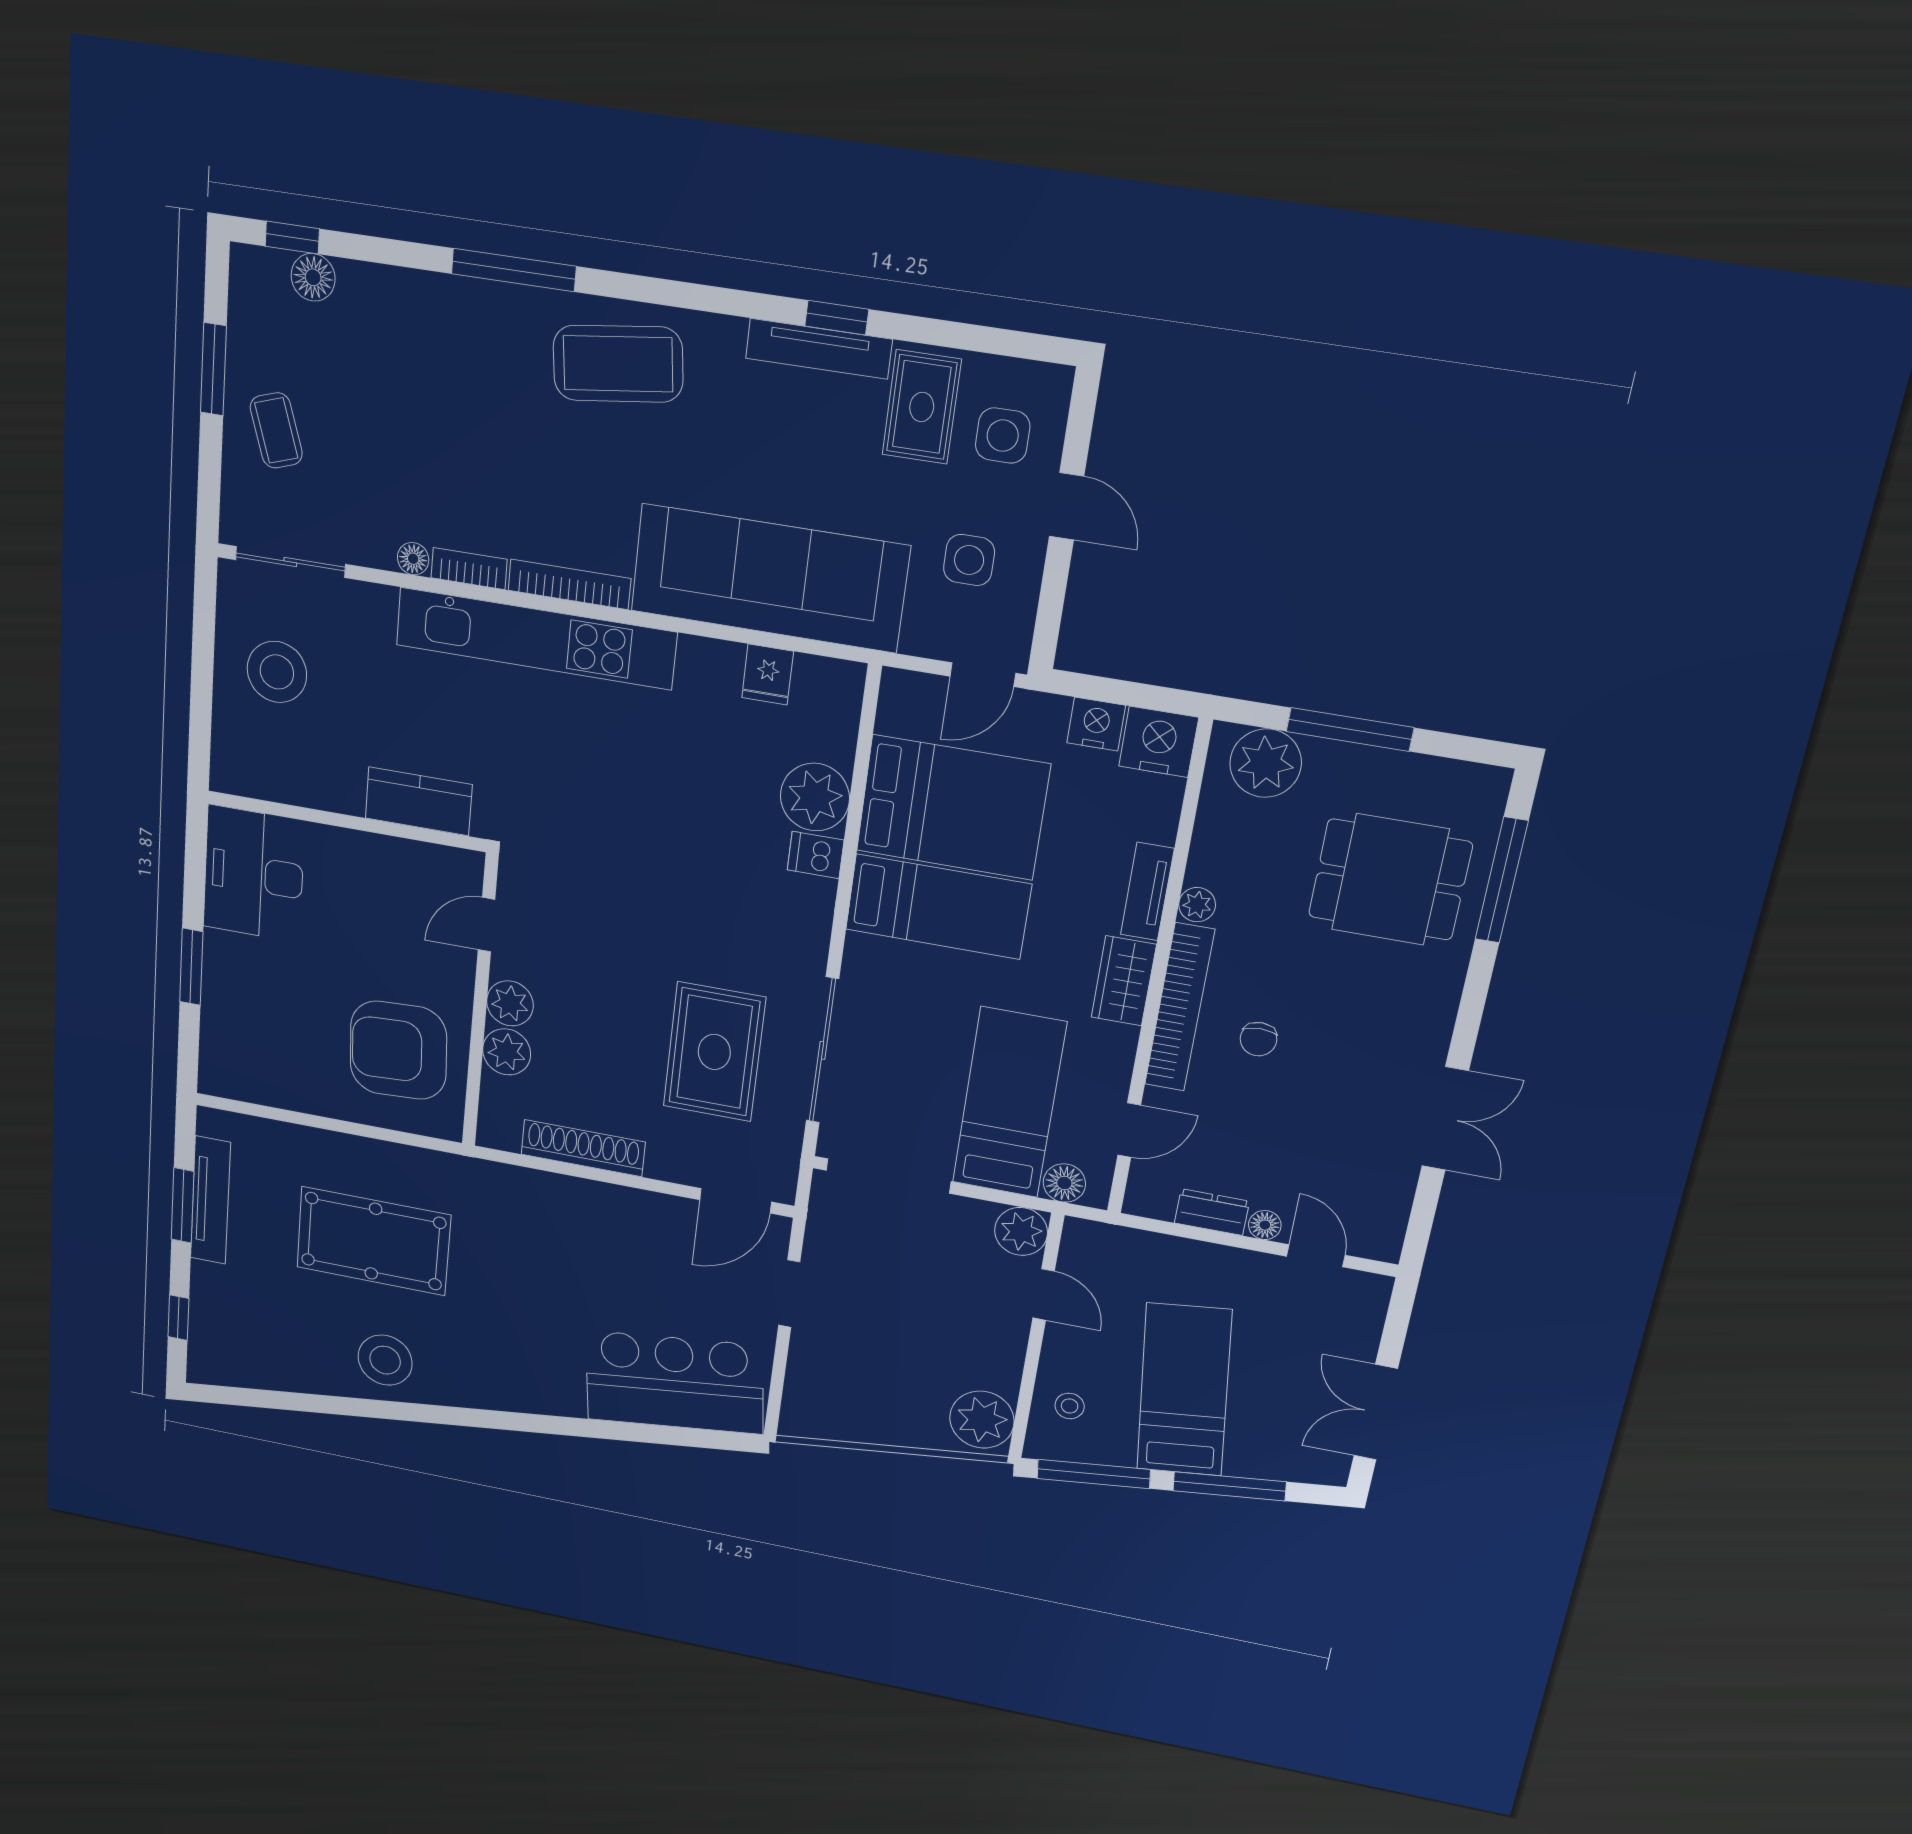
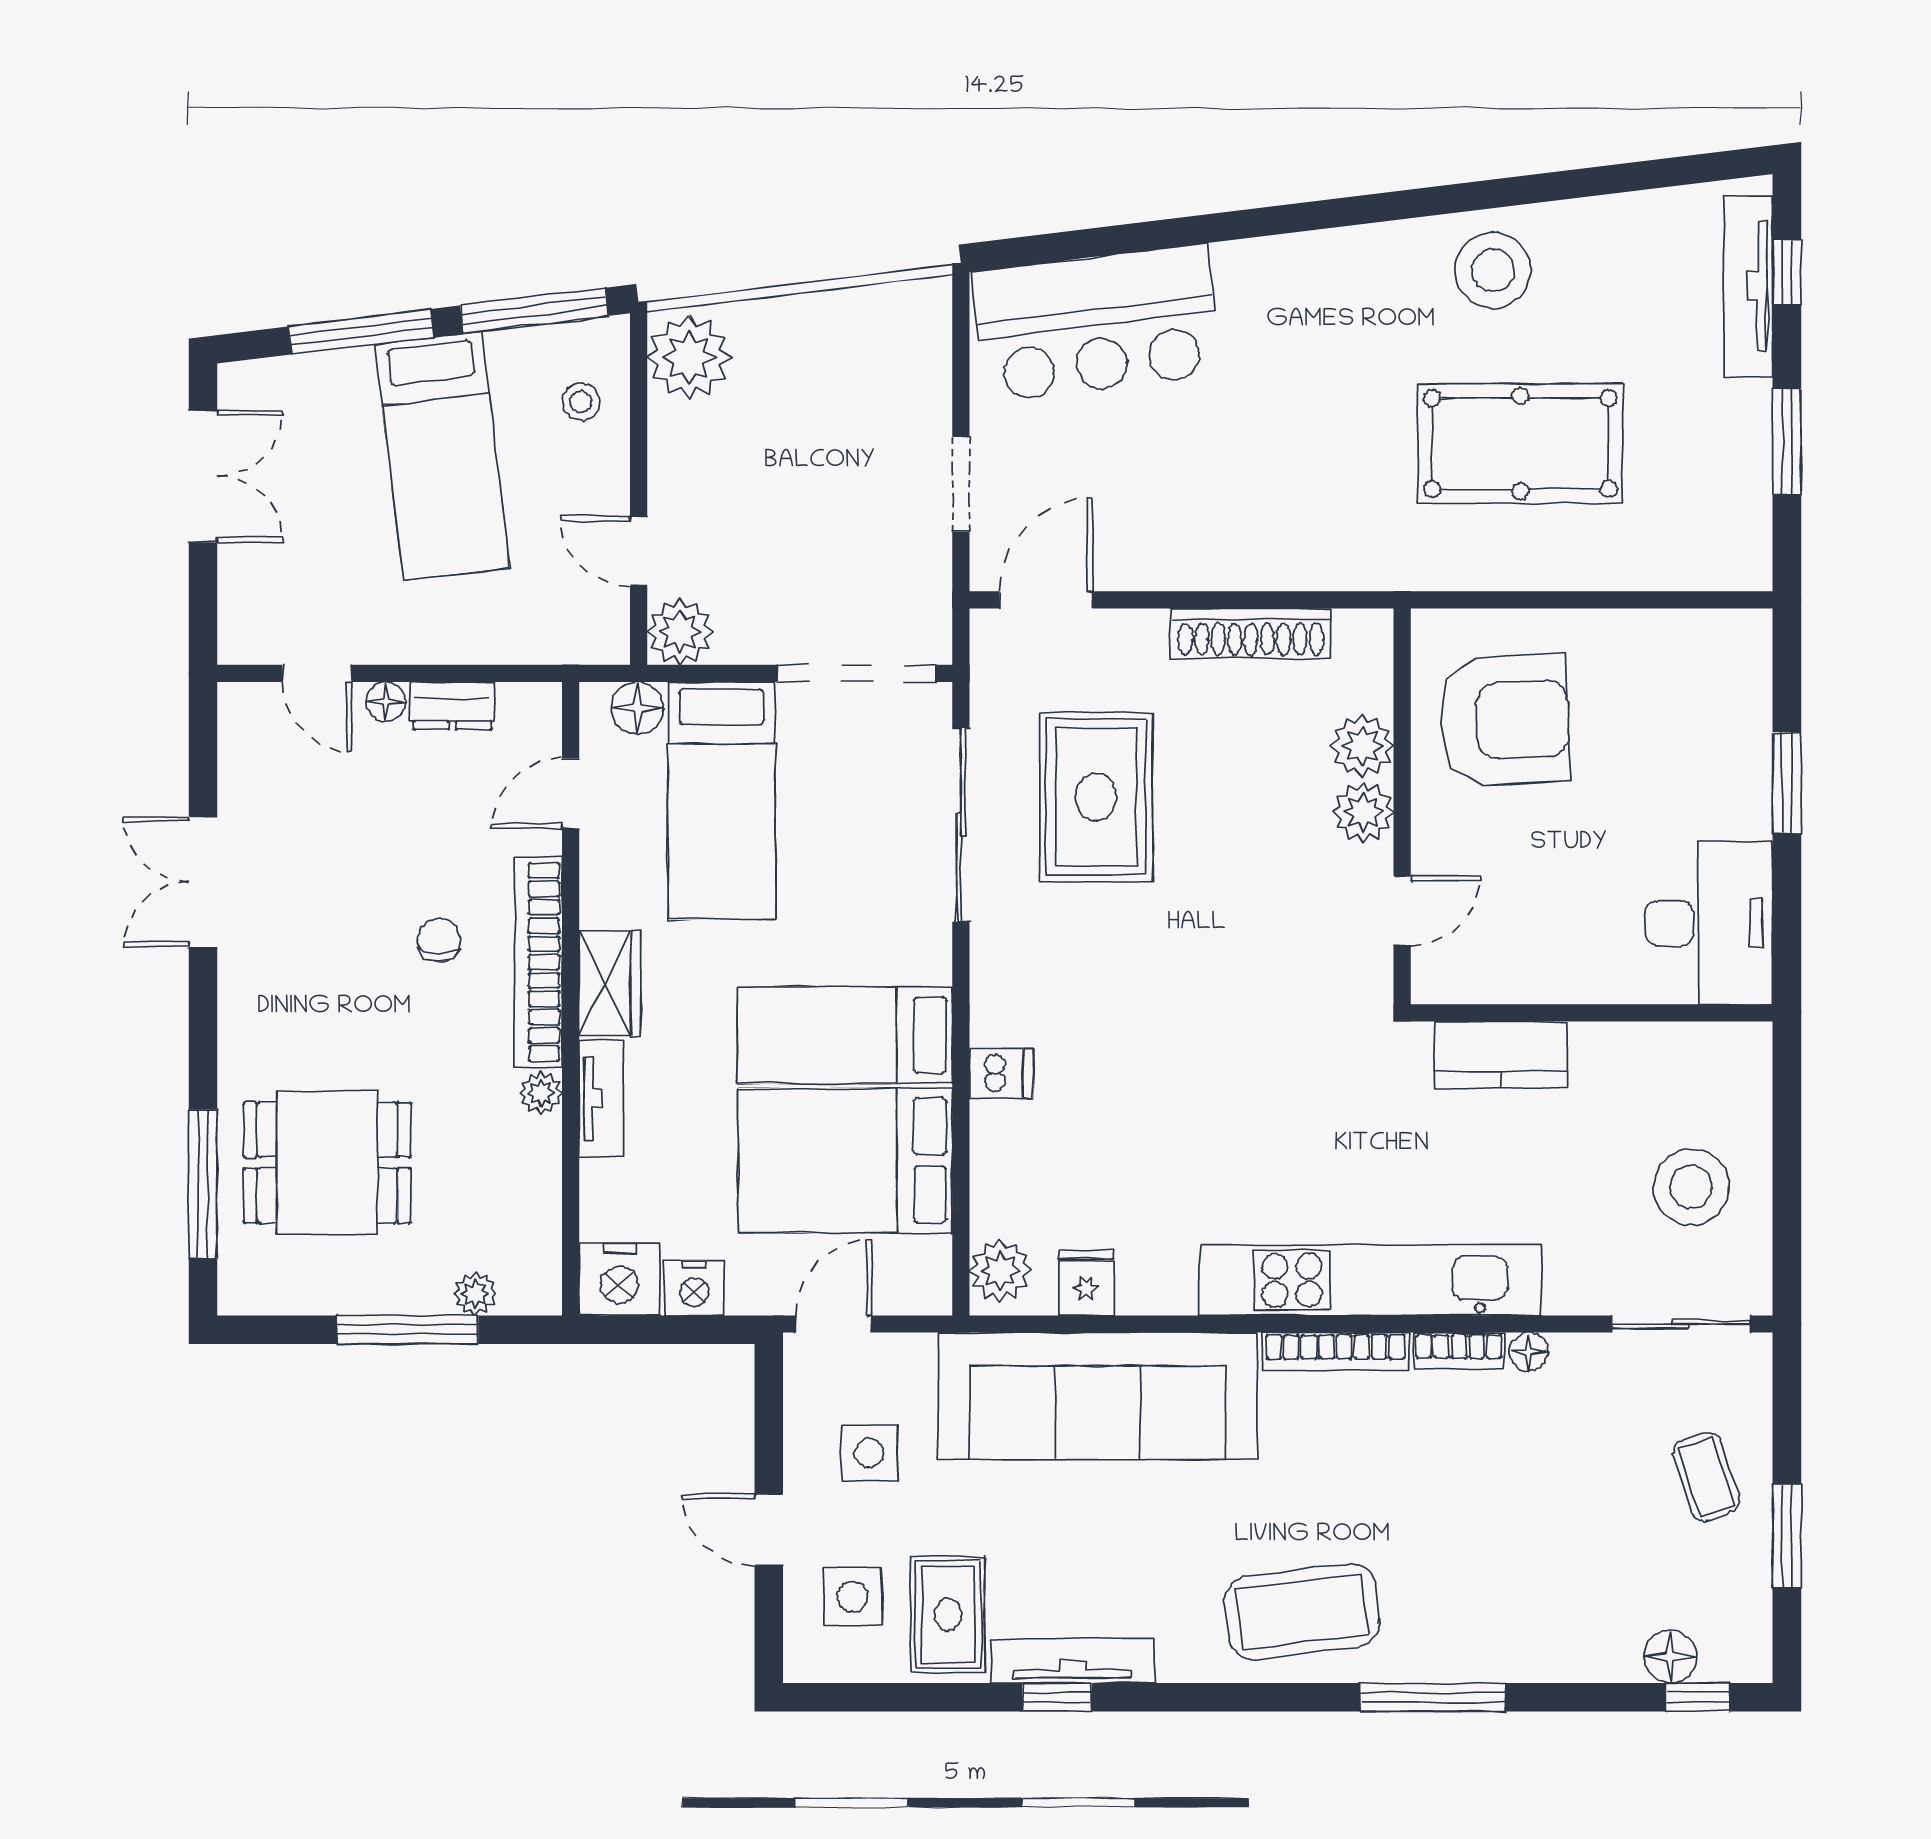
plant: (1266, 763) -> (475, 1294), width x0.53, depth x0.53
plant: (815, 797) -> (1000, 1271), moved, width x0.73, depth x0.73
tv unit: (210, 1200) -> (1748, 286), moved

